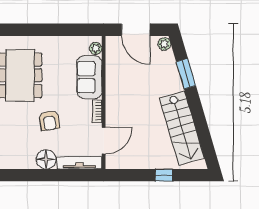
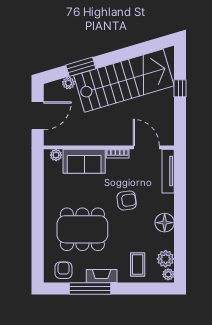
plant: (164, 44) -> (68, 83), moved
stairs: (182, 128) -> (124, 81), width x1.36, depth x1.51
floor lamp: (46, 159) -> (165, 223), moved

